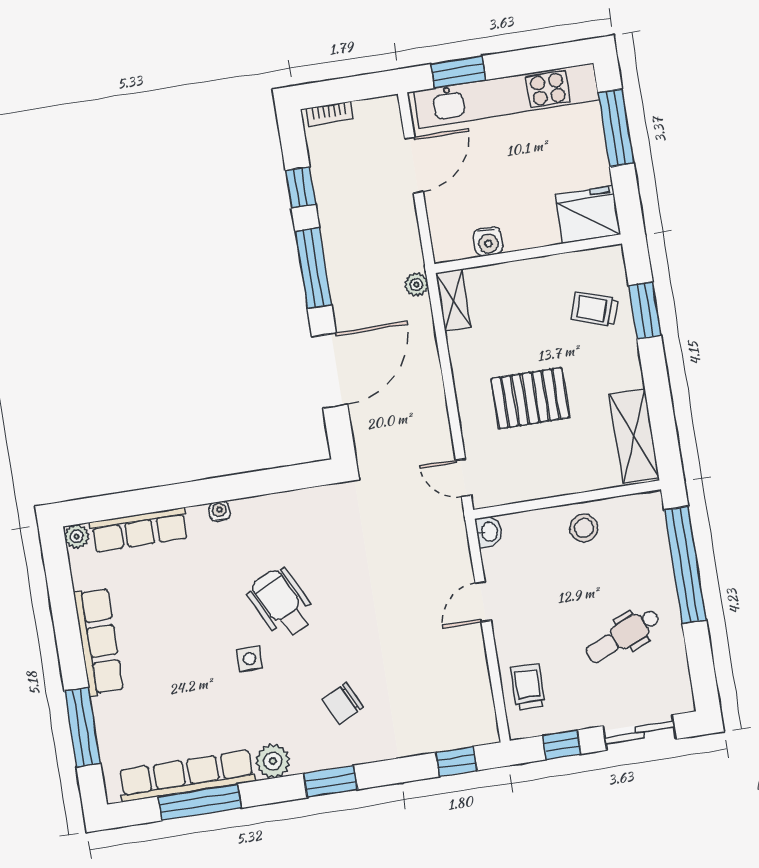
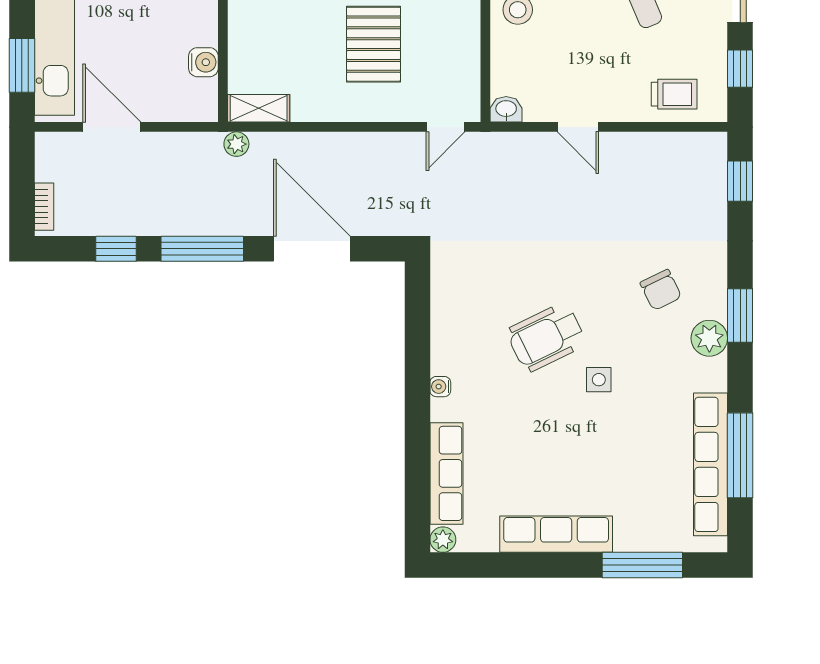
trolley: (528, 687) -> (674, 94), turned 180
plant: (273, 761) -> (709, 338), moved

